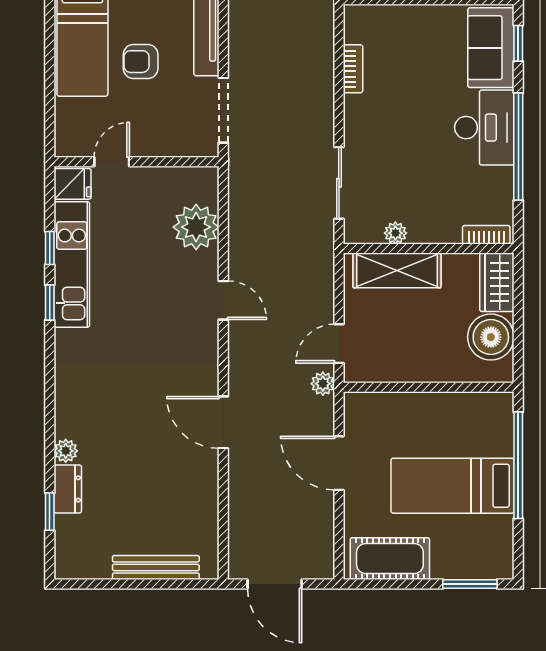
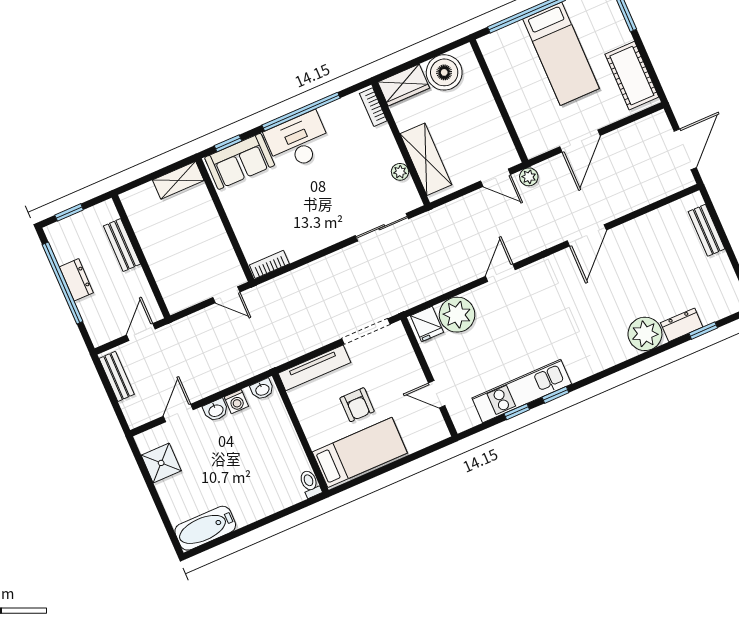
bookcase: (353, 69) -> (269, 264), moved
fridge: (73, 184) -> (427, 324), moved, turned 180
plant: (66, 451) -> (645, 334), width x1.87, depth x1.87
bench: (156, 567) -> (707, 230), width x0.73

